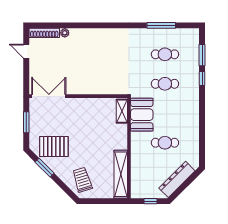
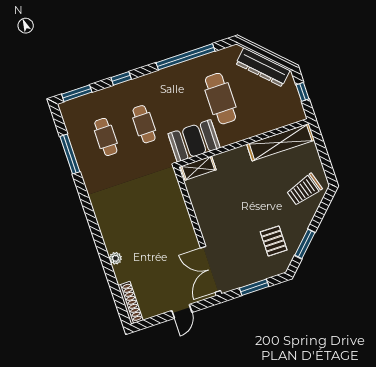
plant: (65, 33) -> (115, 258), moved
door: (26, 51) -> (182, 311), moved
window: (202, 55) -> (77, 93), moved
window: (202, 128) -> (186, 57), added
cafe table: (165, 143) -> (221, 99), width x1.37, depth x1.35
pallet: (54, 147) -> (274, 241), width x0.67, depth x0.71

